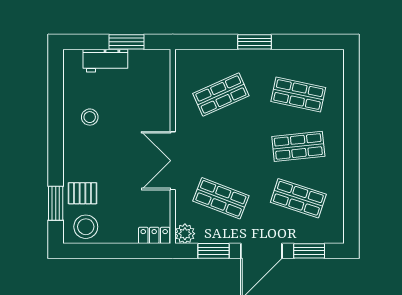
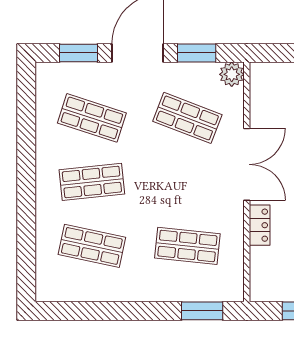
window: (254, 42) -> (202, 311), moved
shop shelf: (221, 95) -> (187, 246), turned 30
locker: (154, 235) -> (260, 225), moved, turned -90

